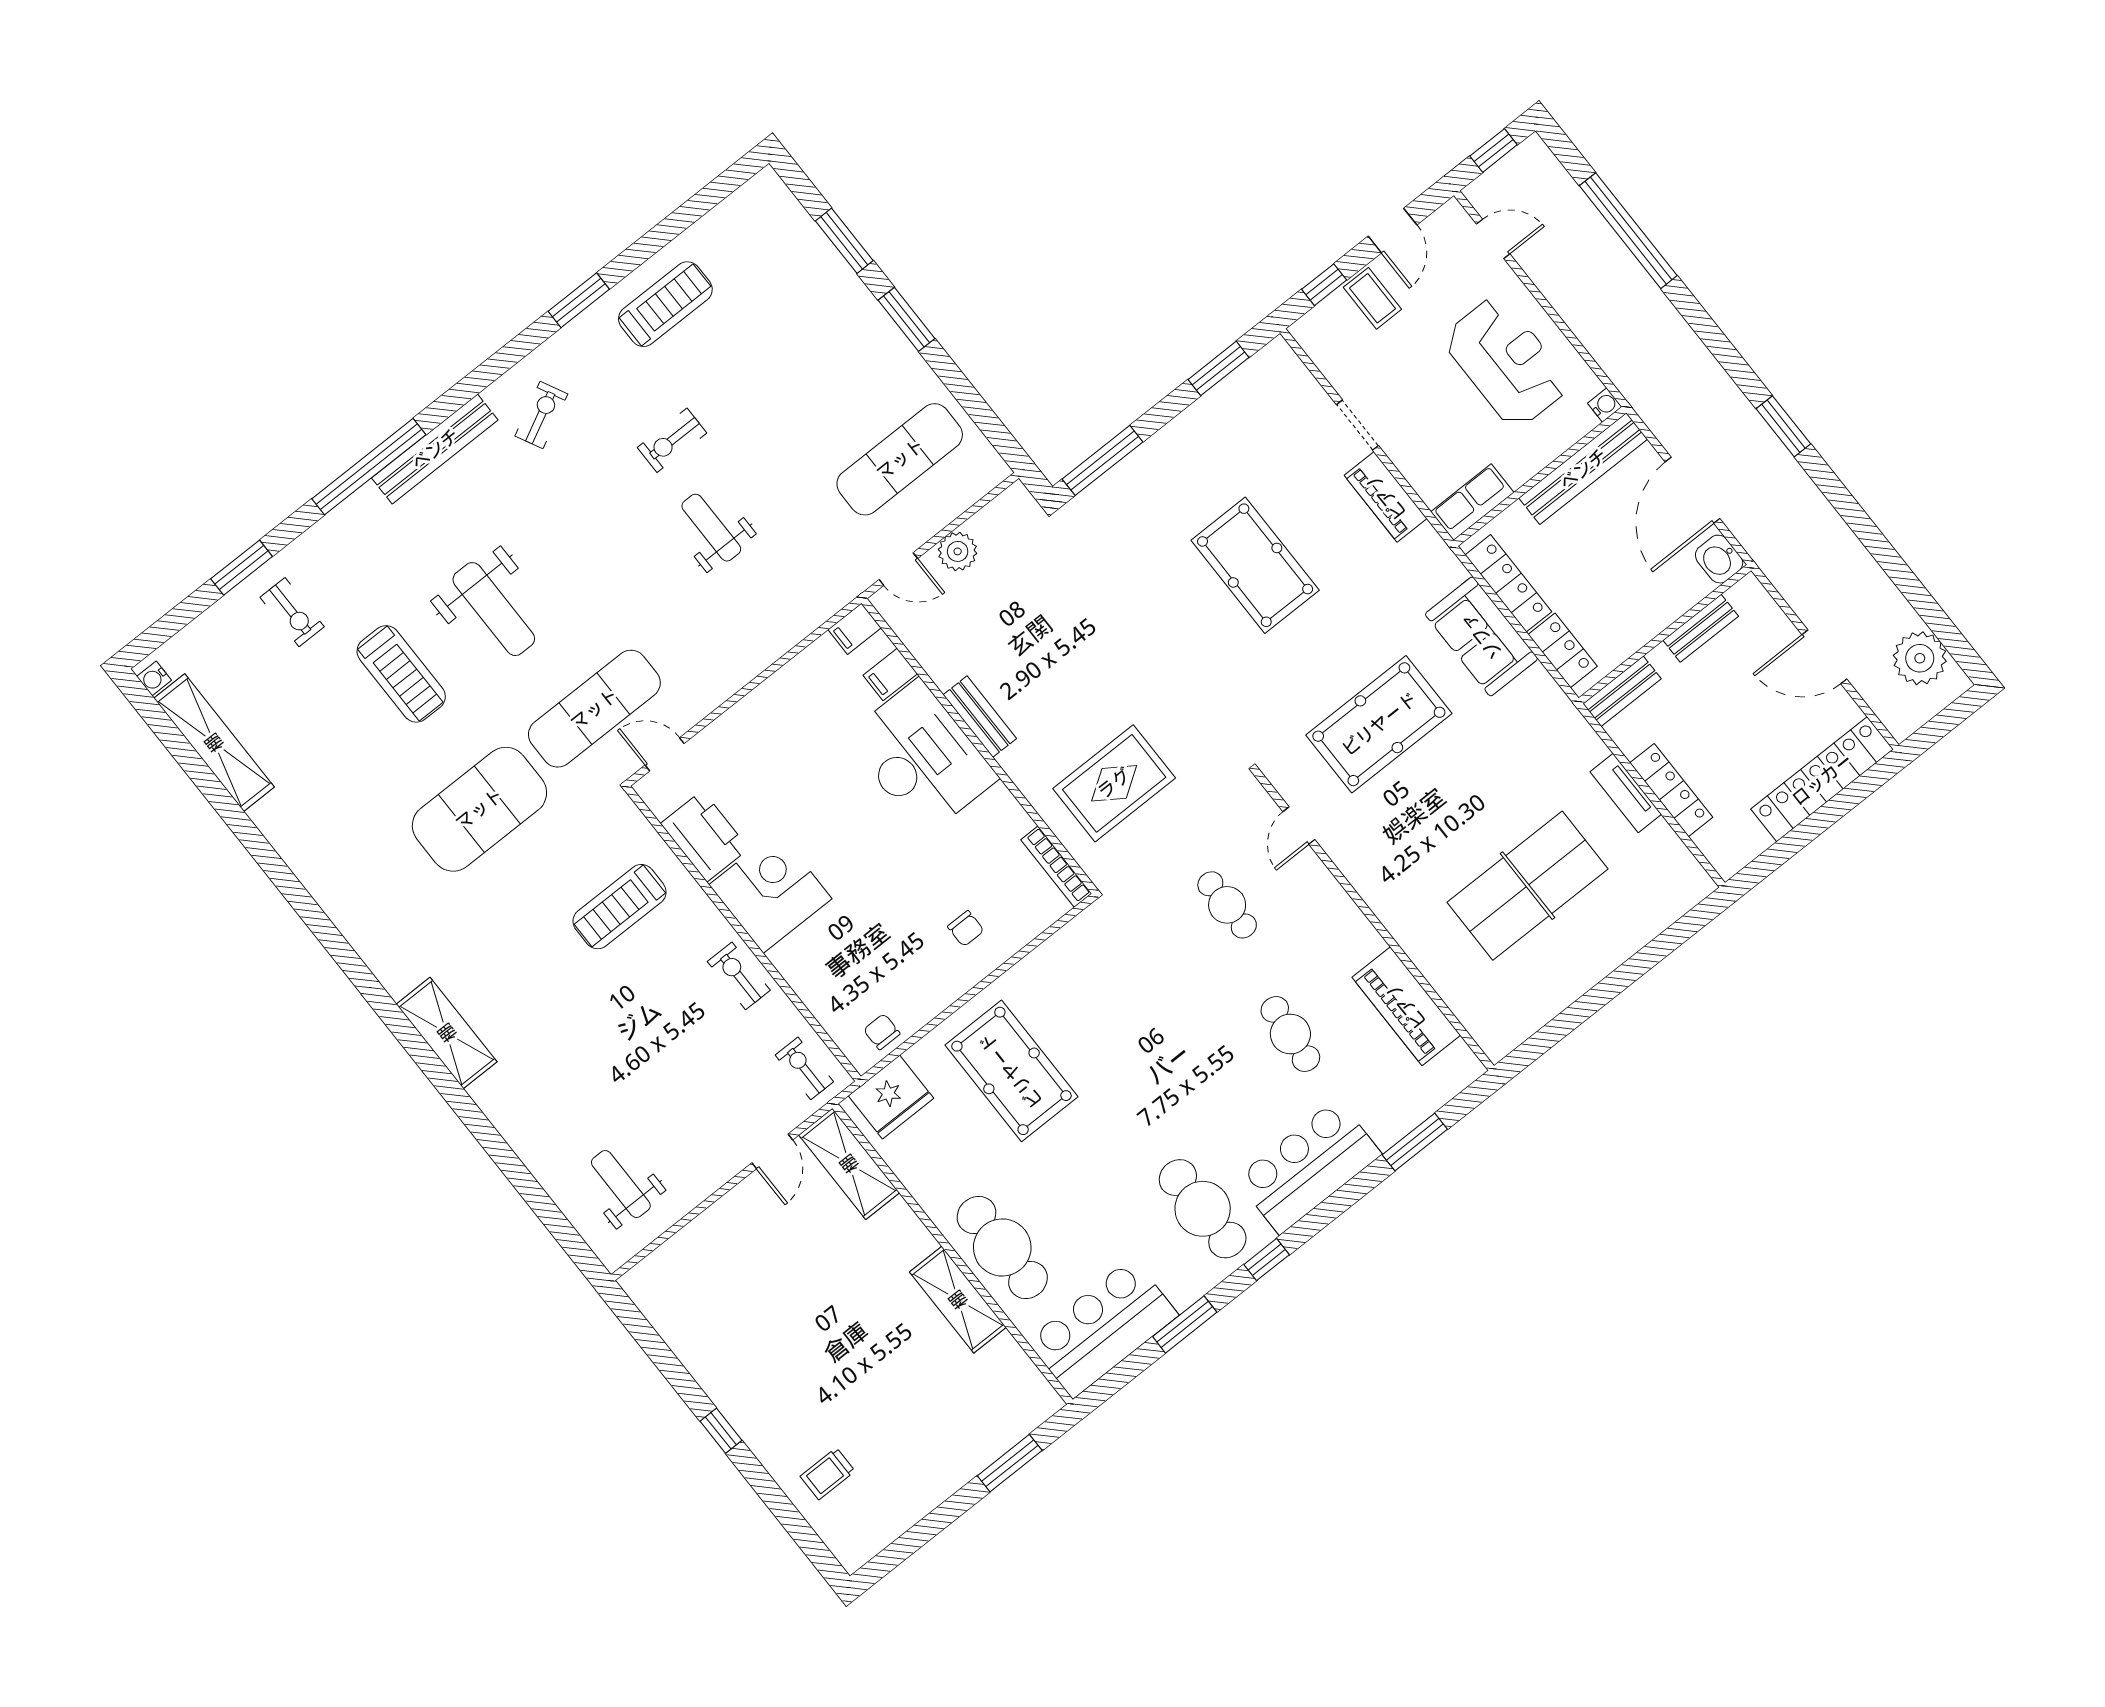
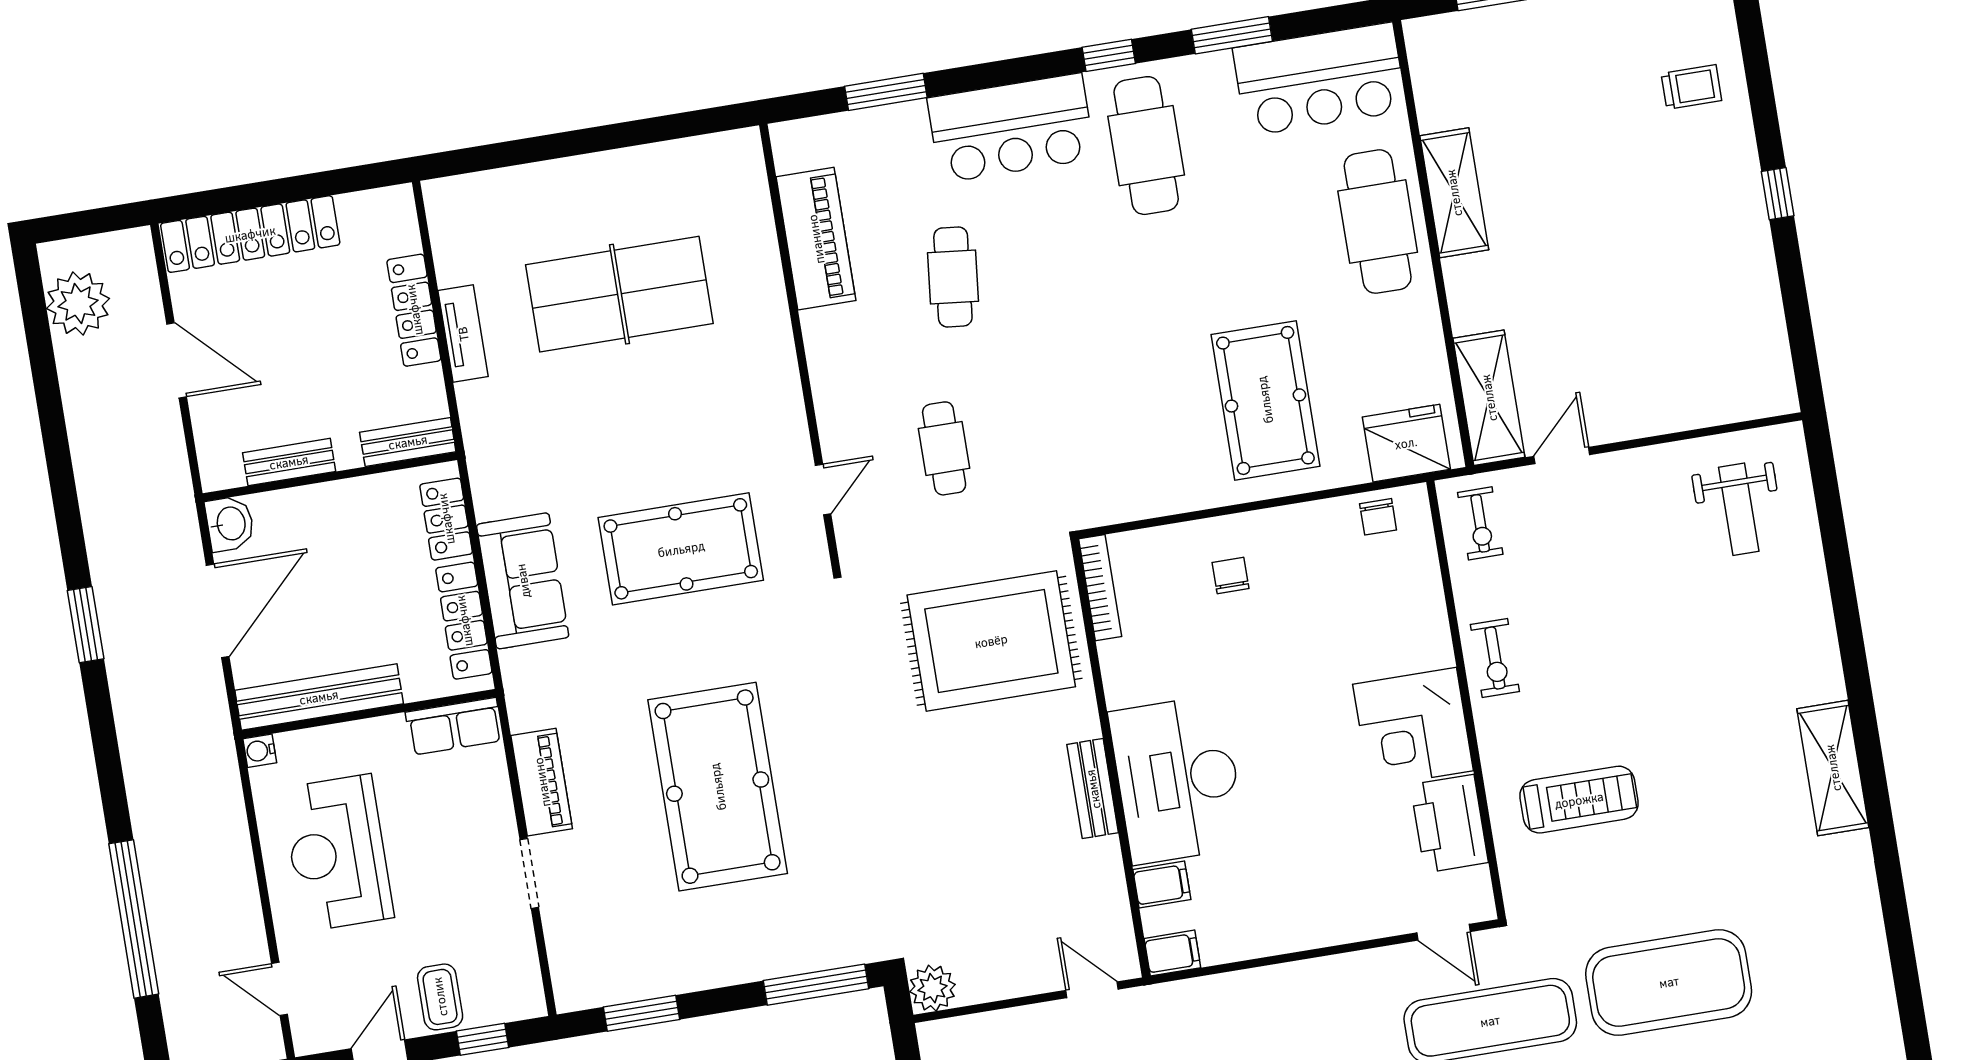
plant: (958, 551) -> (932, 988), moved
pool table: (1255, 565) -> (718, 787), width x1.36, depth x1.32
rug: (1114, 783) -> (991, 641), width x1.37, depth x1.44

